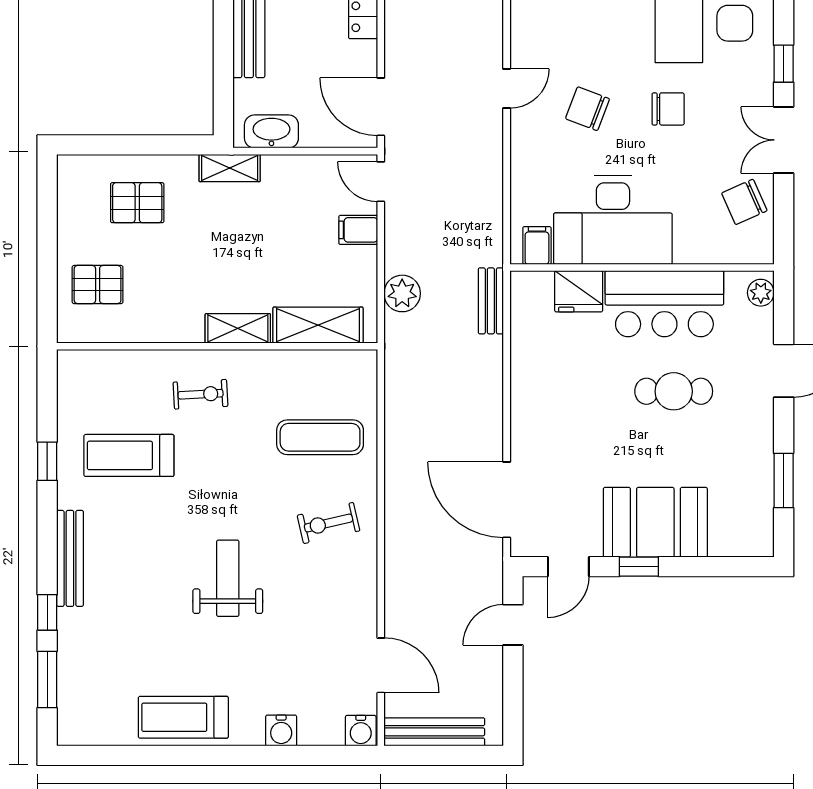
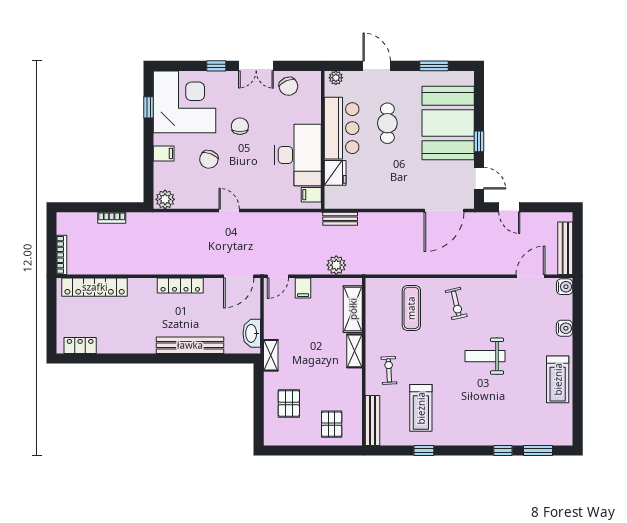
chair: (588, 109) -> (209, 159), moved
booth: (655, 522) -> (448, 123), width x1.36, depth x1.42
bench: (70, 558) -> (373, 421), moved, turned 90

